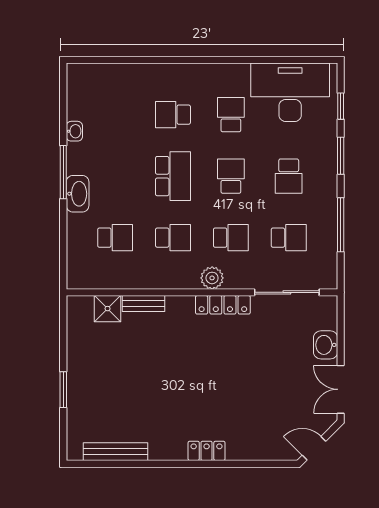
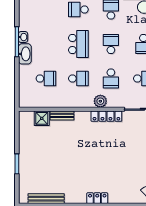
washbasin: (74, 131) -> (23, 37), moved
school desk: (231, 238) -> (111, 79), turned 90

